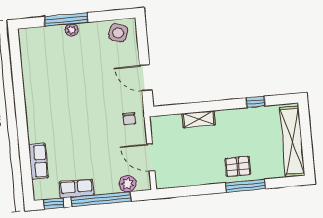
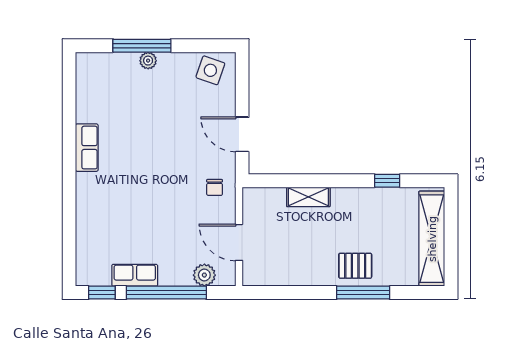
row of seats: (38, 161) -> (87, 148), moved

